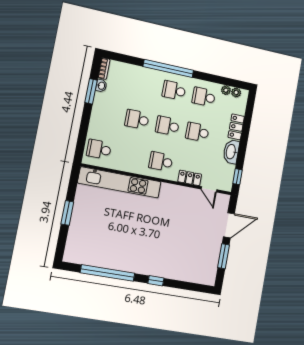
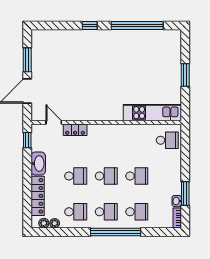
locker: (236, 127) -> (38, 196), width x1.53
school desk: (161, 161) -> (137, 212), moved
kitchen unit: (120, 182) -> (152, 113), width x0.73

